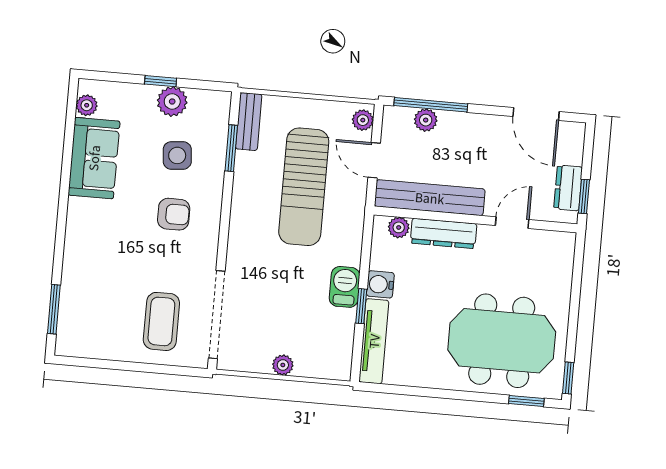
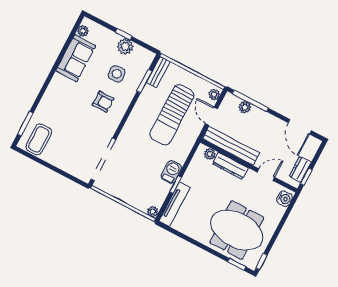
water cooler: (380, 284) -> (285, 199), moved, turned 180
coffee table: (161, 321) -> (39, 139), moved
plant: (283, 365) -> (153, 212), moved

